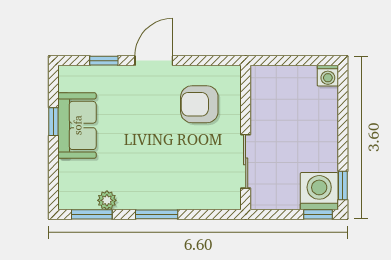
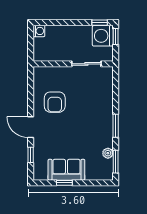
wall: (246, 137) -> (73, 64), moved
sliding door: (246, 161) -> (86, 64), moved

